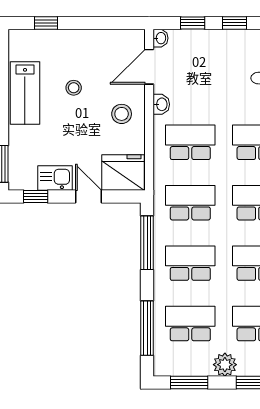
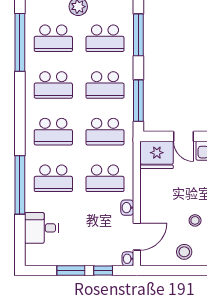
window: (234, 23) -> (71, 271), width x1.50
stool: (122, 114) -> (184, 252), moved

